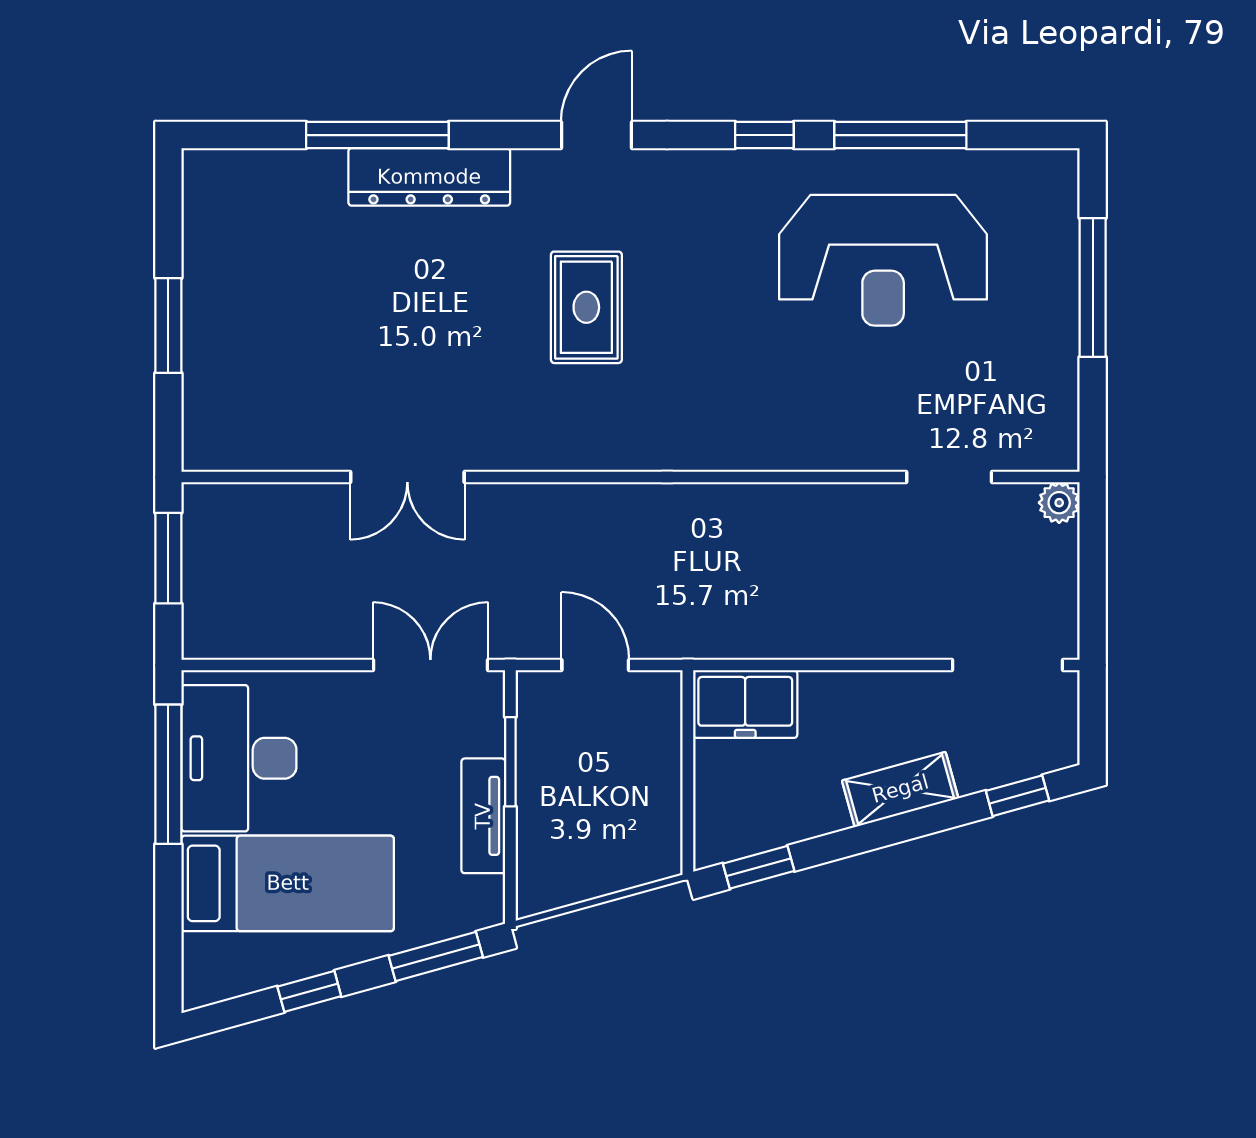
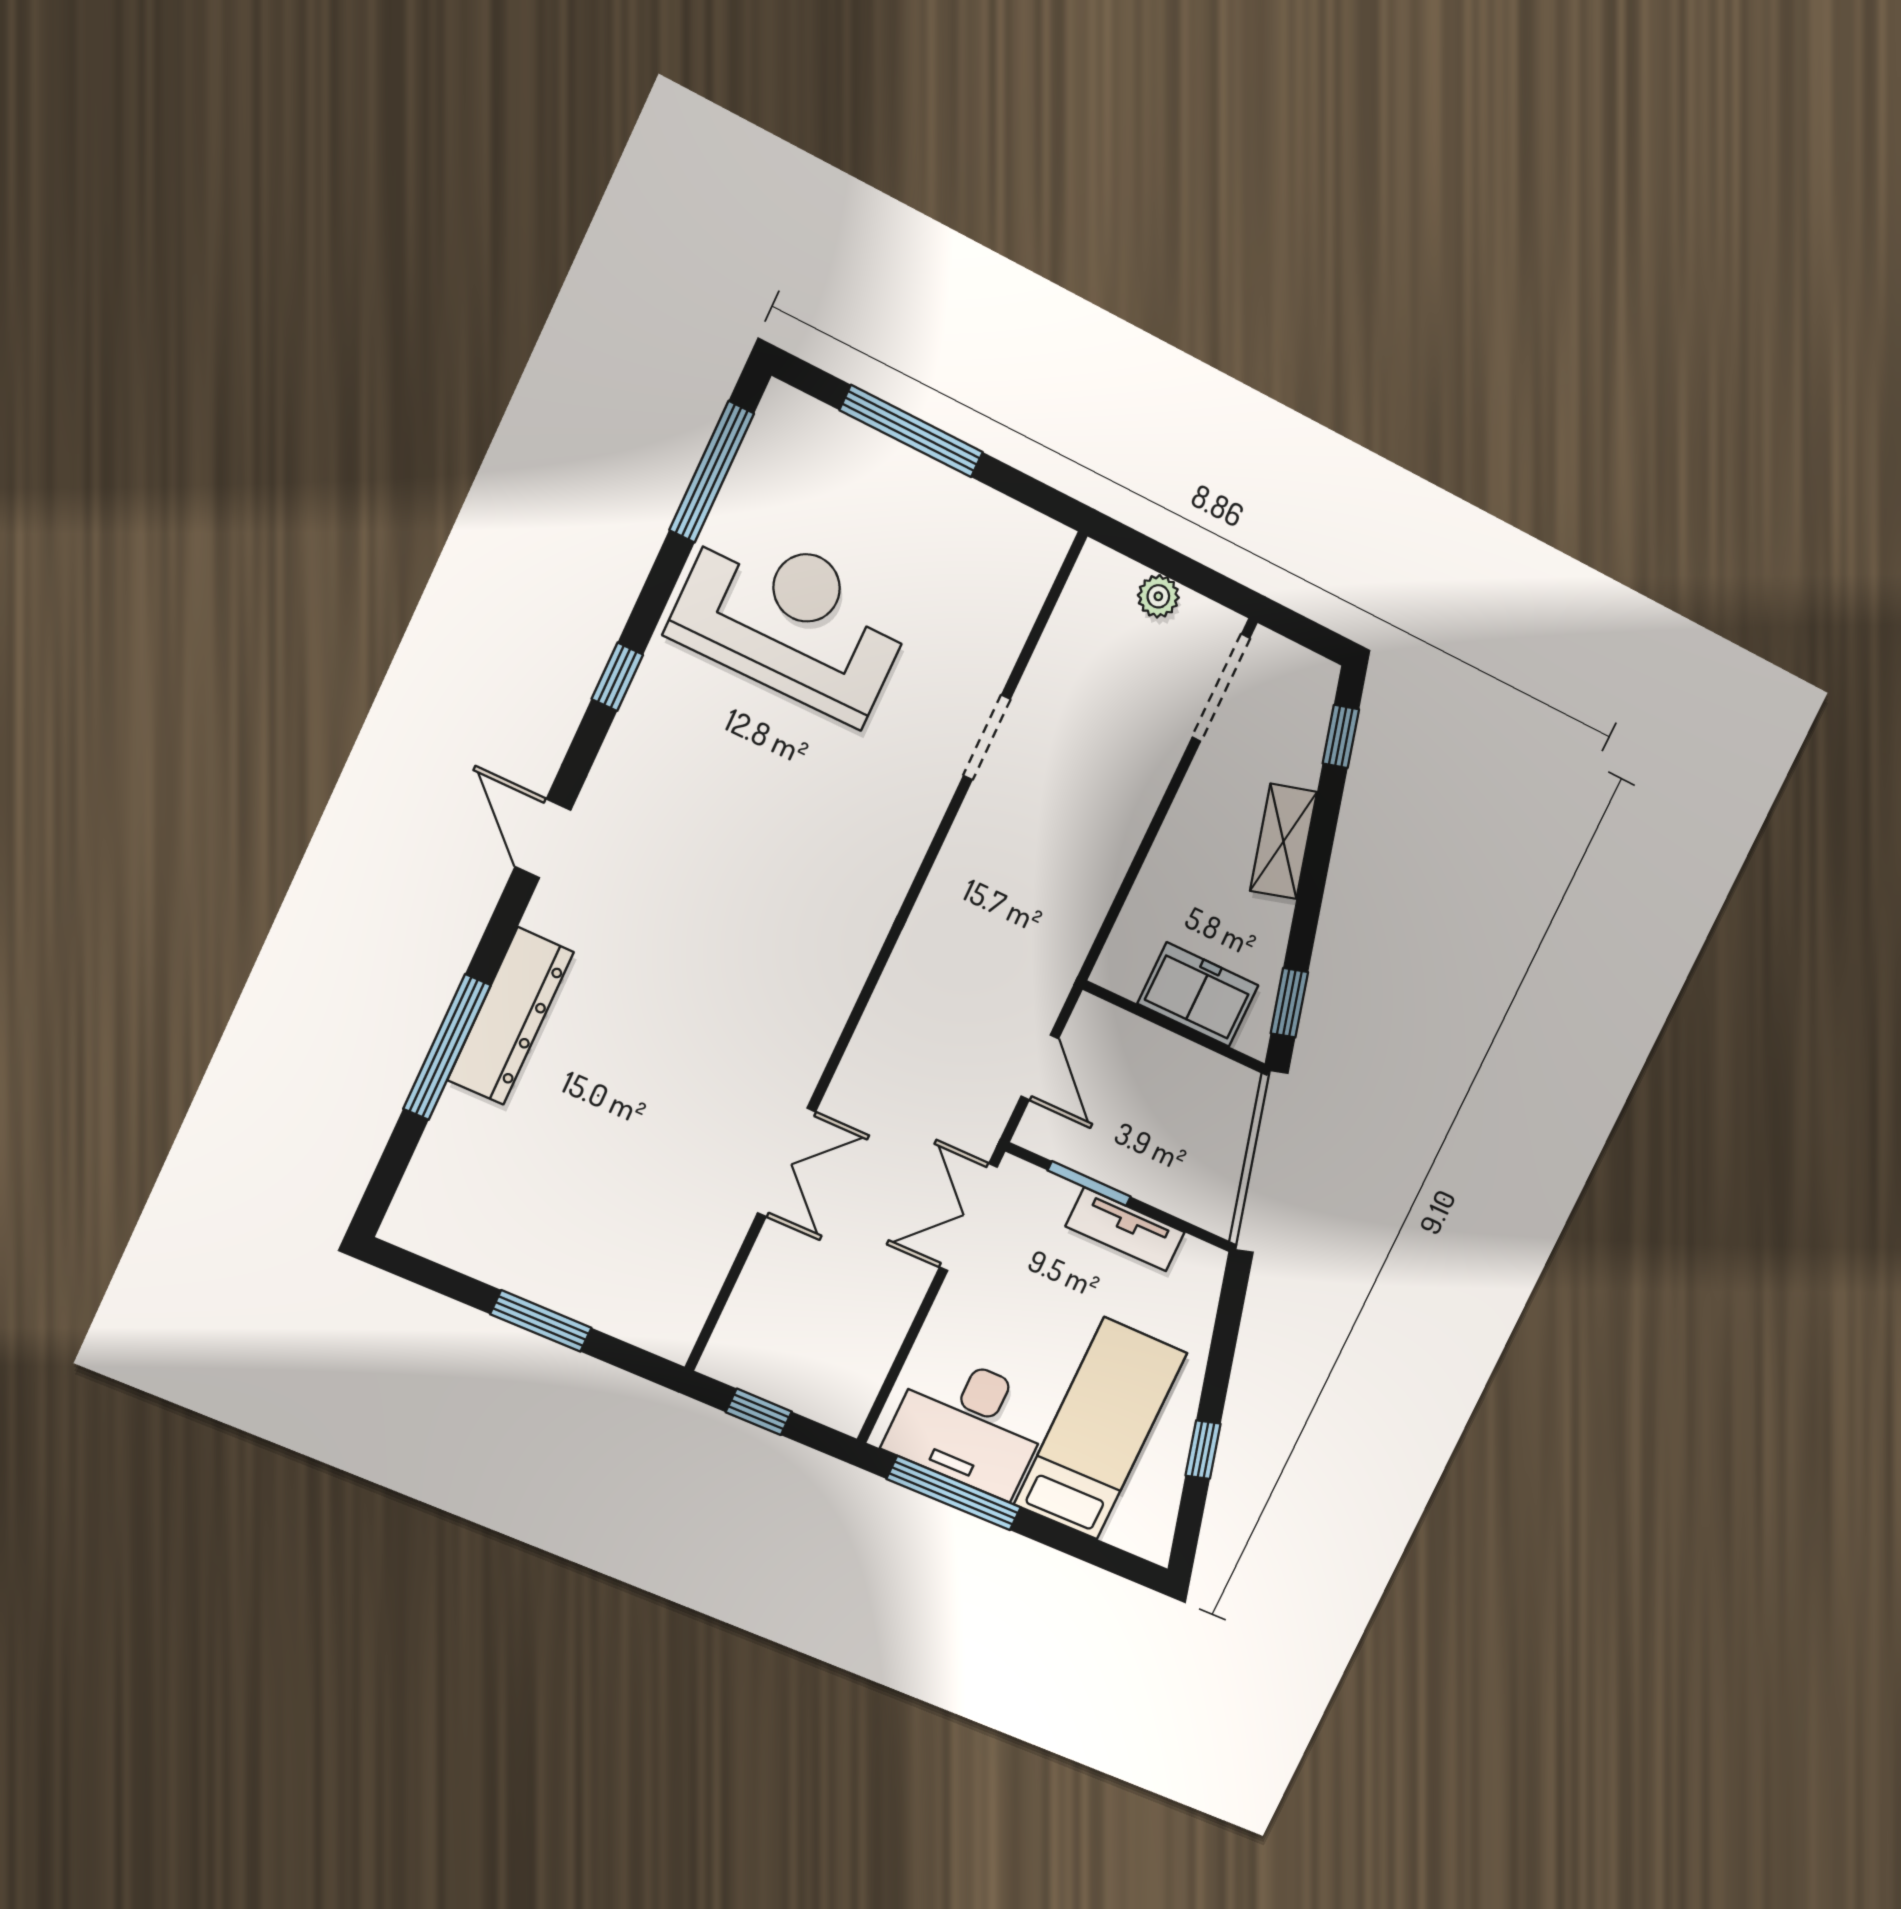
window: (900, 135) -> (712, 472), moved
reception desk: (883, 260) -> (791, 621), turned -90
rug: (586, 307) -> (705, 924), removed
doorway: (949, 477) -> (987, 737), moved
plant: (1059, 503) -> (1158, 596), moved
window: (168, 558) -> (759, 1412), width x0.67
door: (595, 665) -> (1040, 1067), swing flipped
freezer: (745, 704) -> (1198, 995), moved, turned -90
window: (436, 956) -> (1227, 1326), removed

